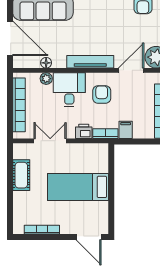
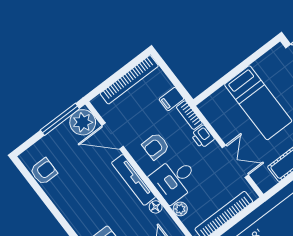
floor lamp: (46, 63) -> (156, 207), moved
double door: (50, 141) -> (235, 161), swing flipped

